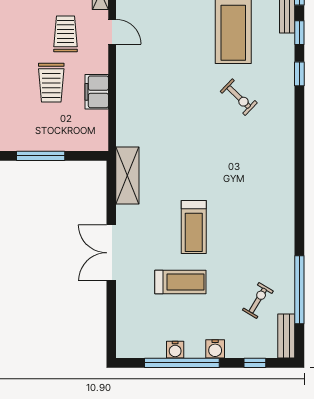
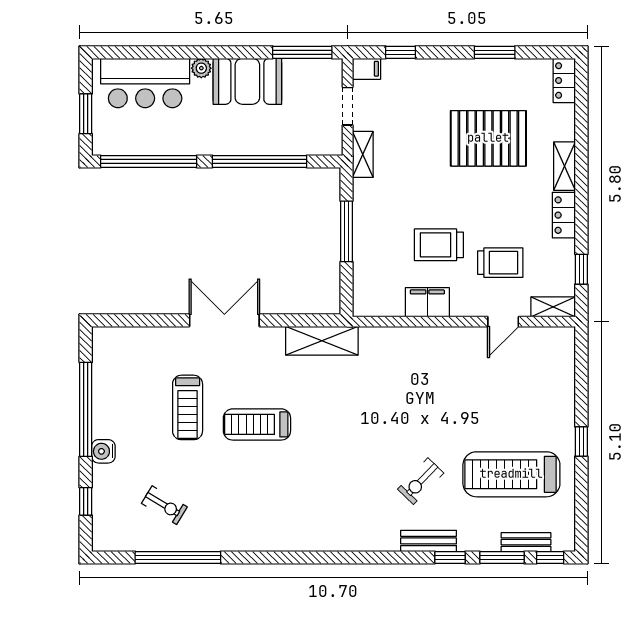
window: (299, 33) -> (502, 558), width x1.50
bench: (286, 336) -> (429, 541), moved
water cooler: (175, 350) -> (102, 401), removed

